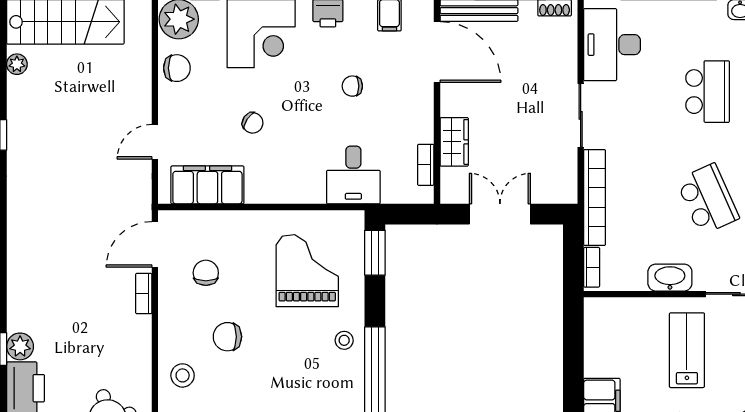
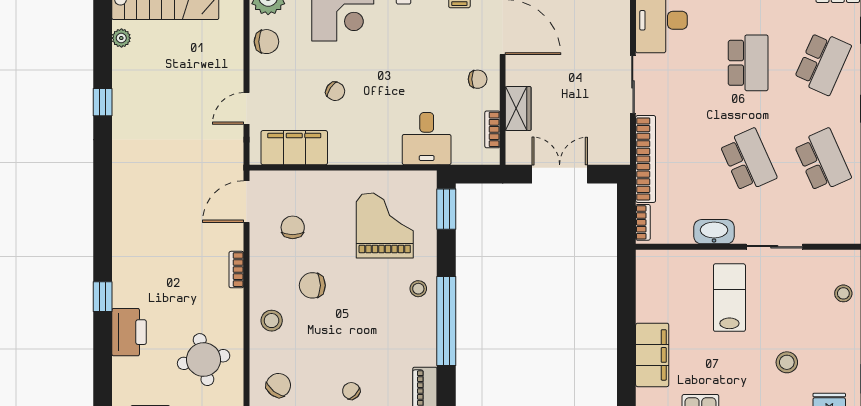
chair: (352, 86) -> (478, 79), moved, turned 180
bookcase: (144, 294) -> (236, 270), moved
plant: (20, 346) -> (124, 294), removed

